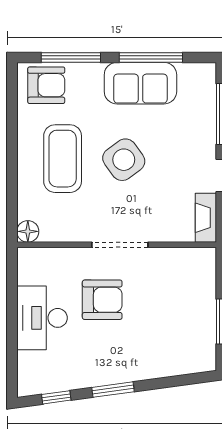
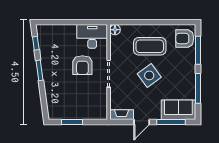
sofa: (140, 83) -> (178, 110), moved, turned 90
armchair: (46, 85) -> (185, 38), turned 90
desk: (42, 318) -> (92, 36), moved

